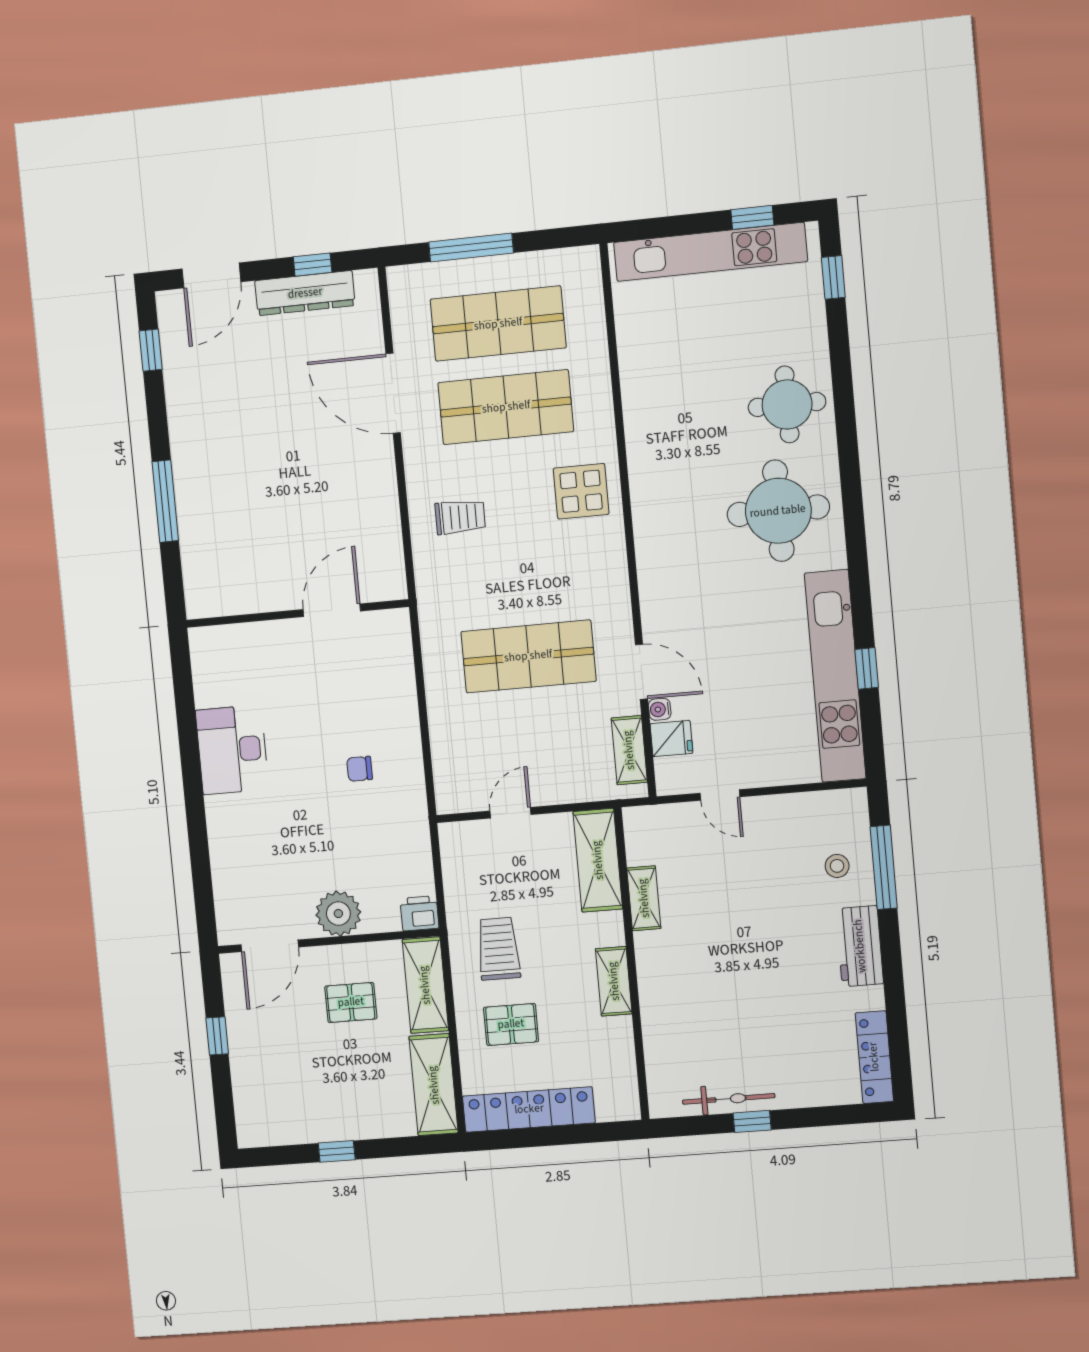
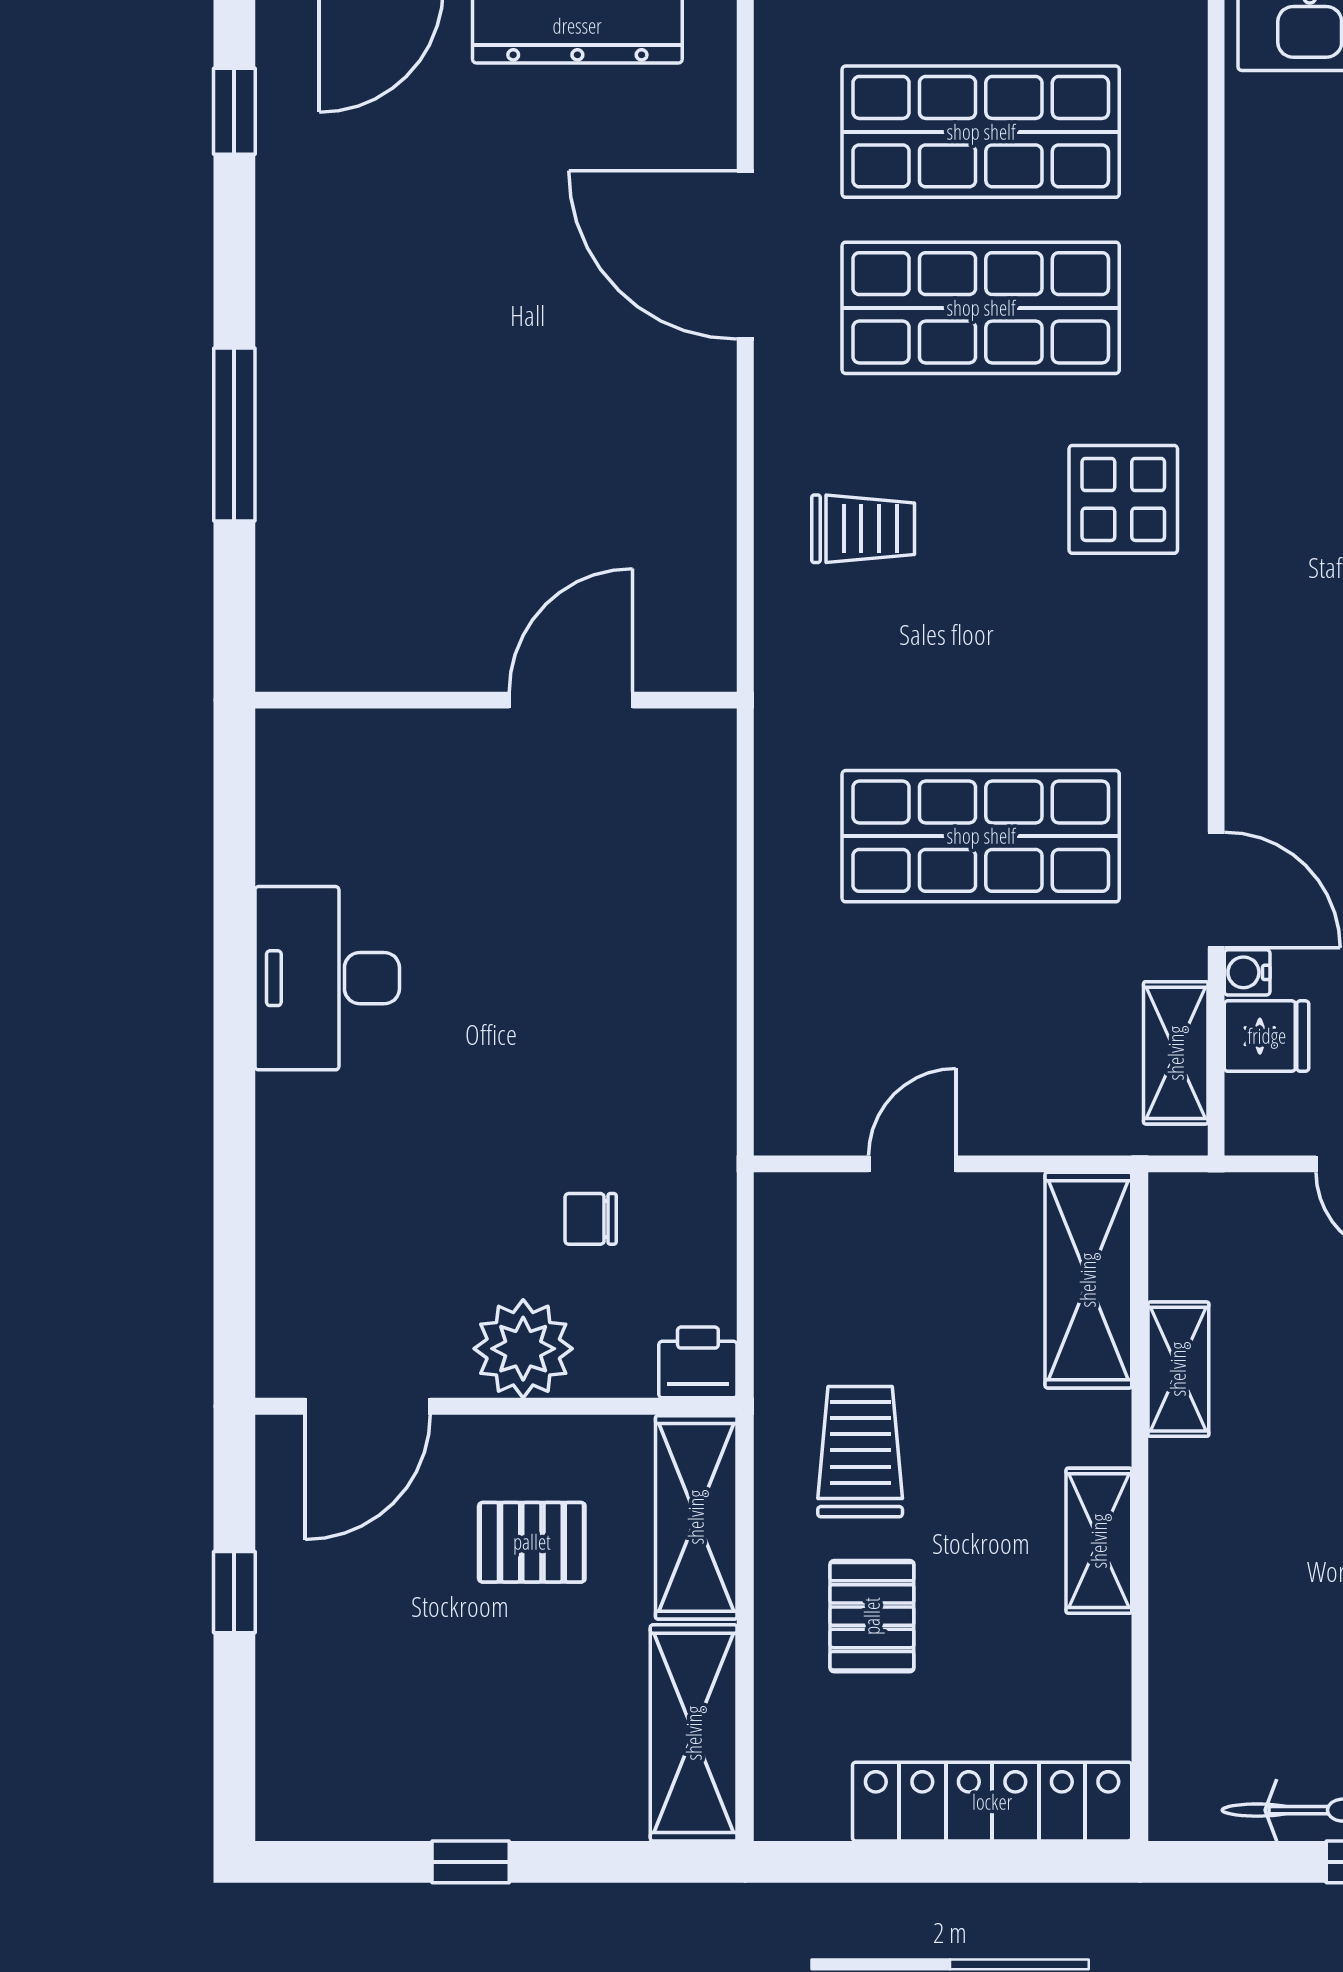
chair: (360, 769) -> (591, 1219), moved
pallet: (511, 1024) -> (872, 1616), turned 90
locker: (529, 1109) -> (992, 1802), moved

